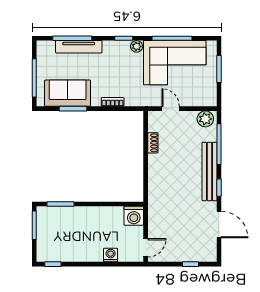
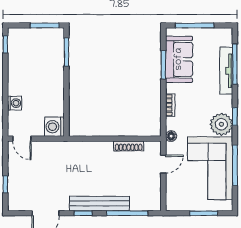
plant: (137, 46) -> (221, 124), width x1.88, depth x1.88
floor lamp: (143, 101) -> (171, 136), added
plant: (205, 119) -> (153, 199), removed
shoe rack: (153, 143) -> (129, 146), width x1.43

